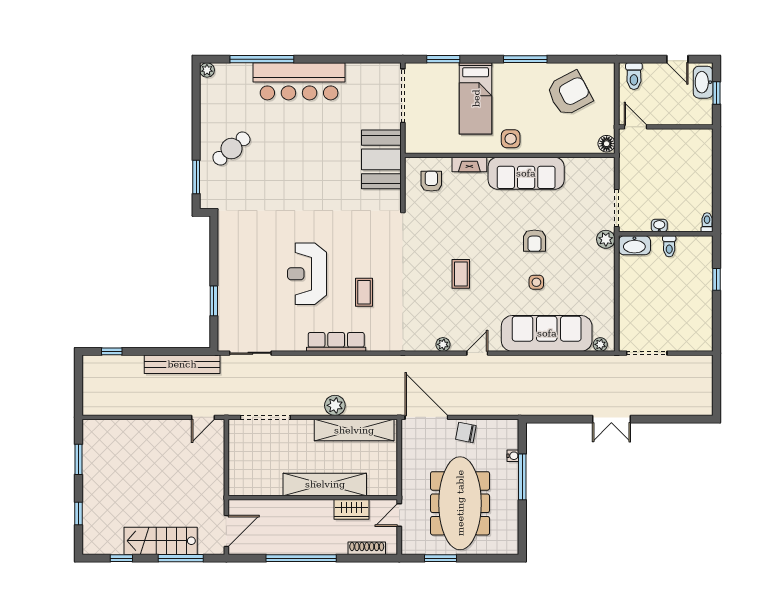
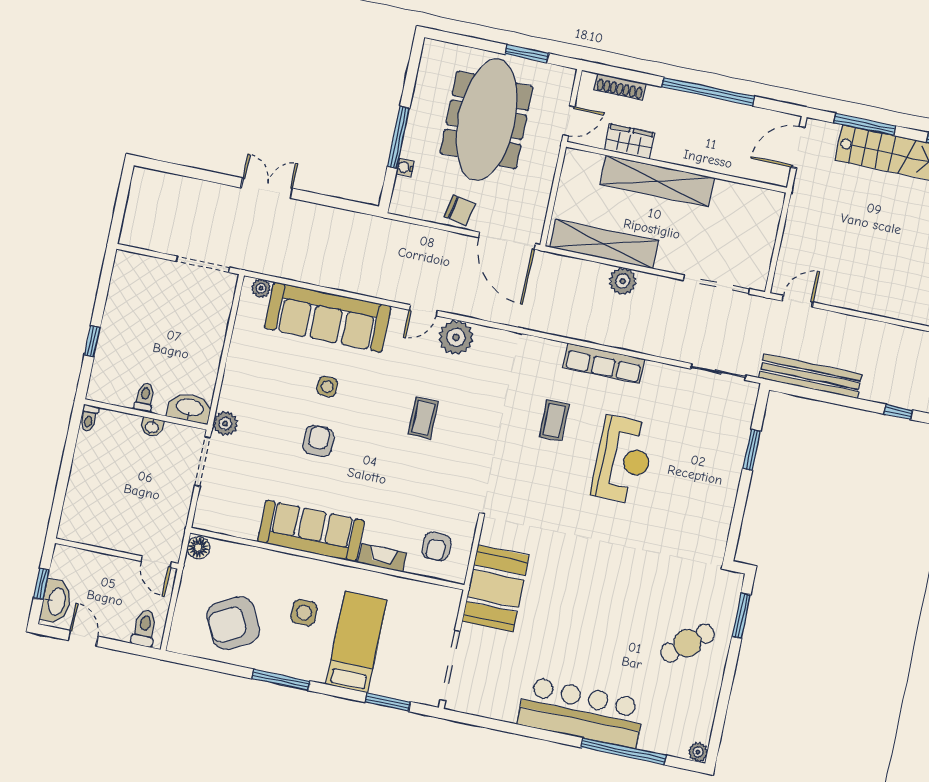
side table: (511, 139) -> (304, 613), moved
plant: (443, 344) -> (456, 337), width x1.87, depth x1.87

